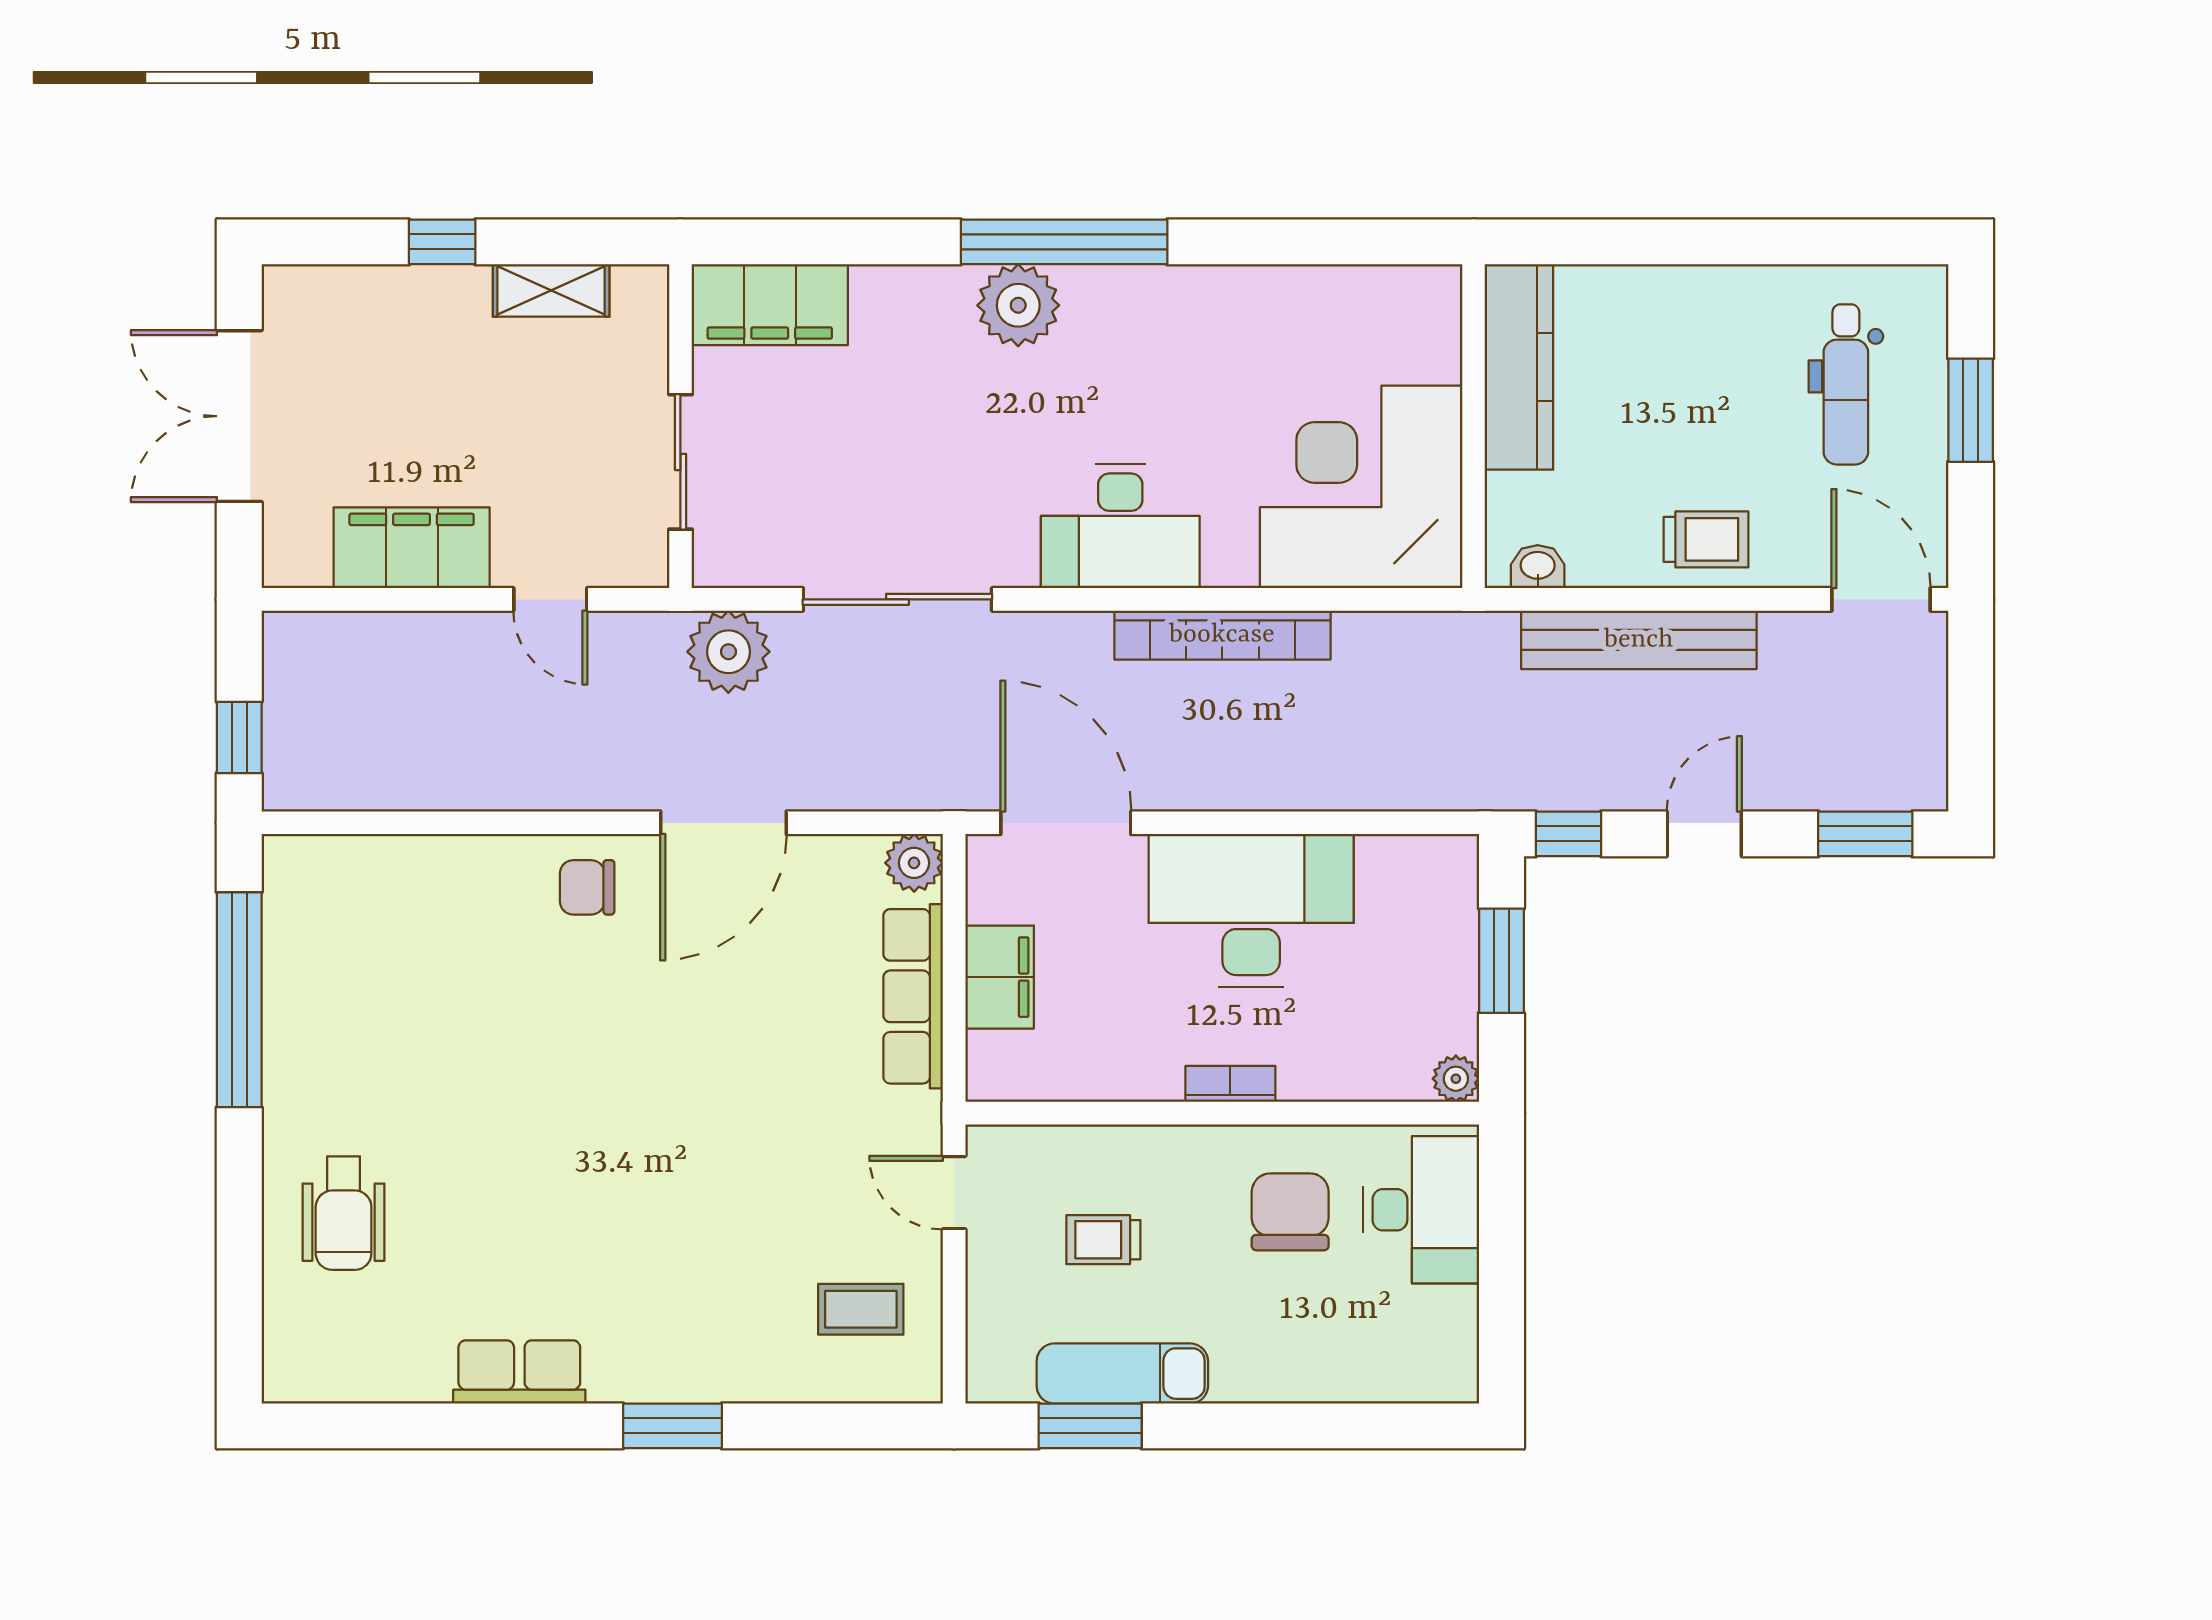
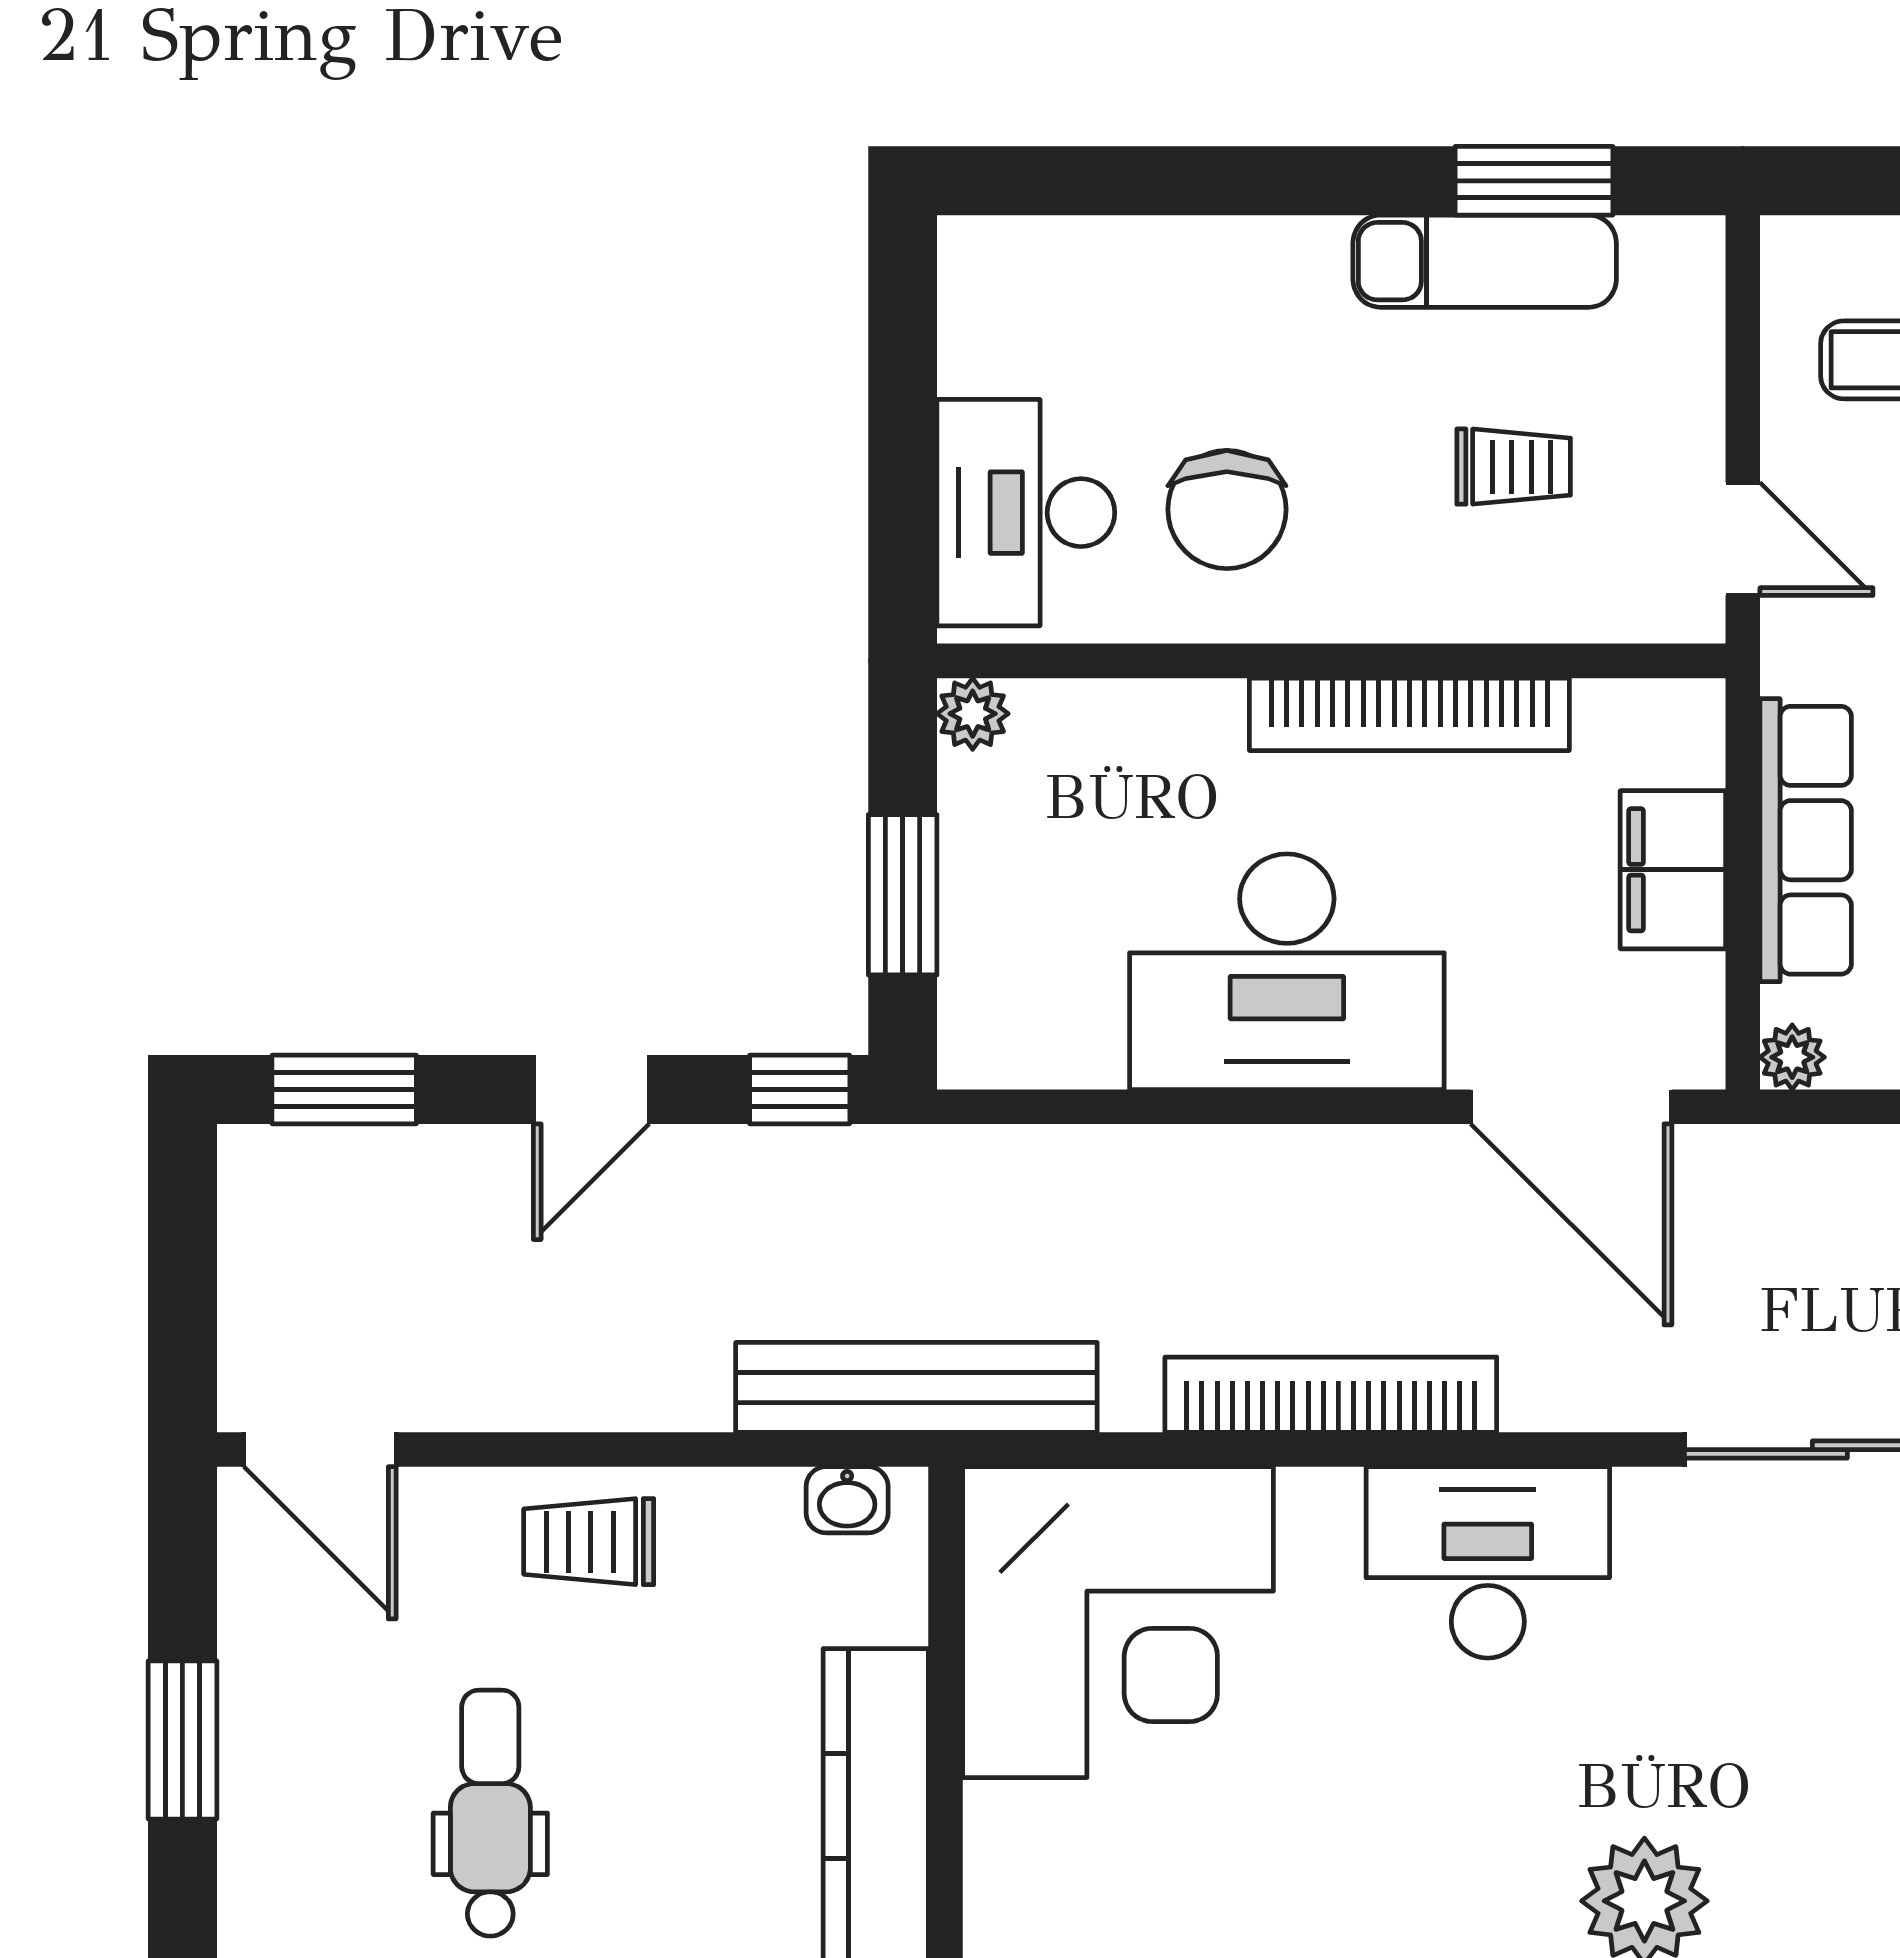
dental chair: (1846, 384) -> (490, 1813), moved
bench: (1639, 640) -> (916, 1387), moved
plant: (914, 863) -> (1792, 1057), width x0.73, depth x0.73
bookcase: (1230, 1084) -> (1409, 714), width x2.31, depth x1.31

